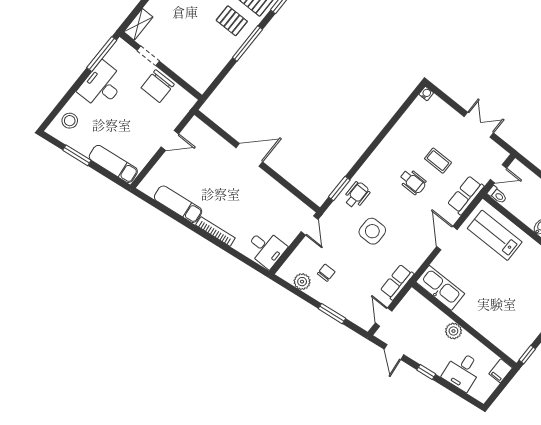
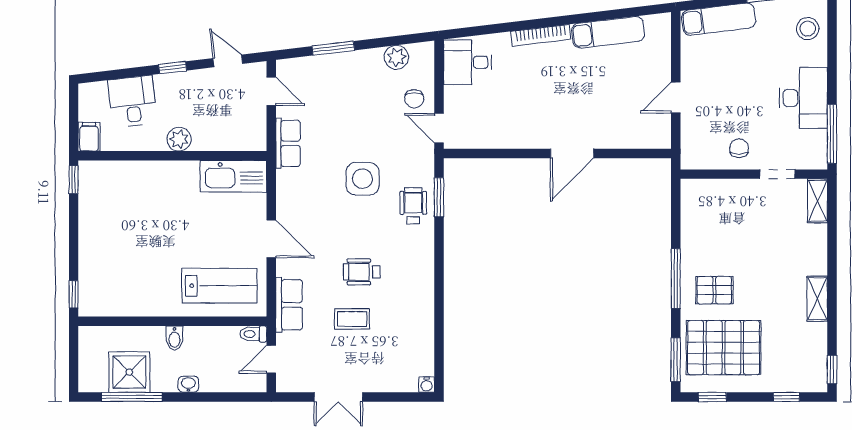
chair: (158, 86) -> (739, 148), width x0.54, depth x0.54
wheelchair: (357, 195) -> (413, 206), turned 180
chair: (326, 273) -> (414, 99), moved

